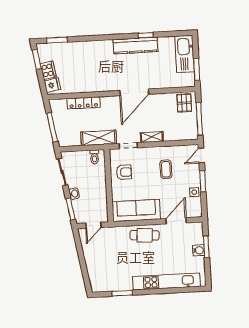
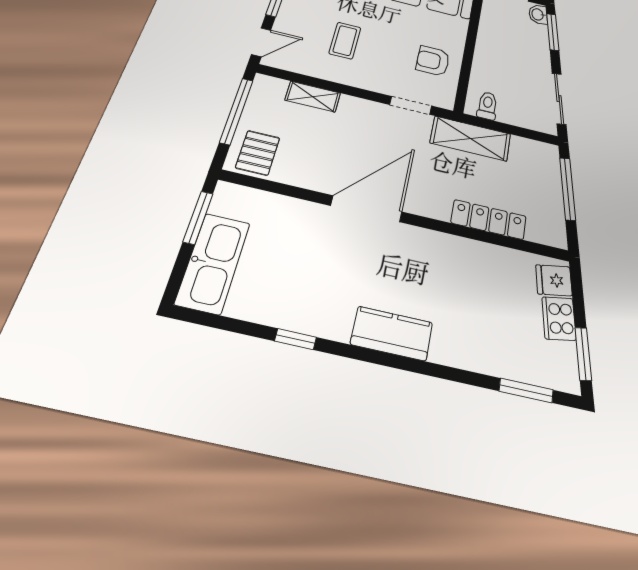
kitchen counter: (135, 45) -> (392, 333), moved, width x0.67
shelving: (152, 137) -> (313, 97), moved
washbasin: (74, 194) -> (538, 14), moved

